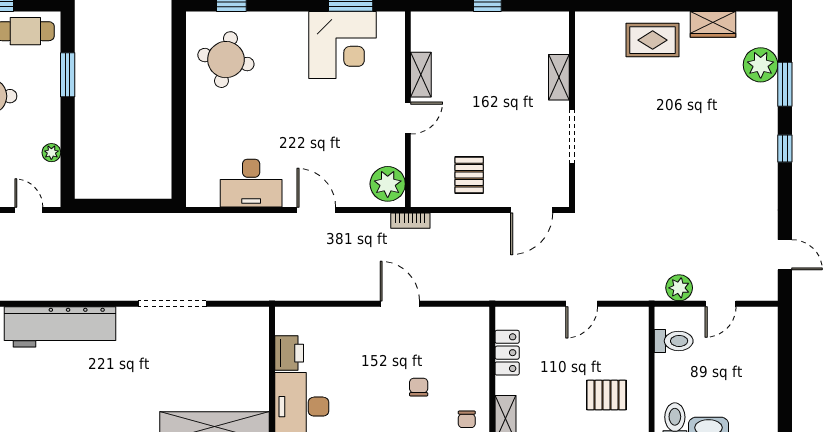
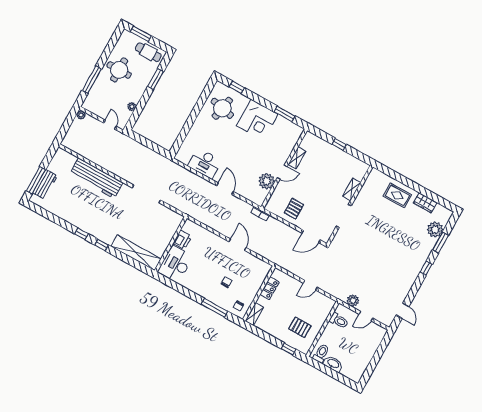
corner desk: (343, 45) -> (257, 120), moved
plant: (388, 184) -> (267, 181), moved

